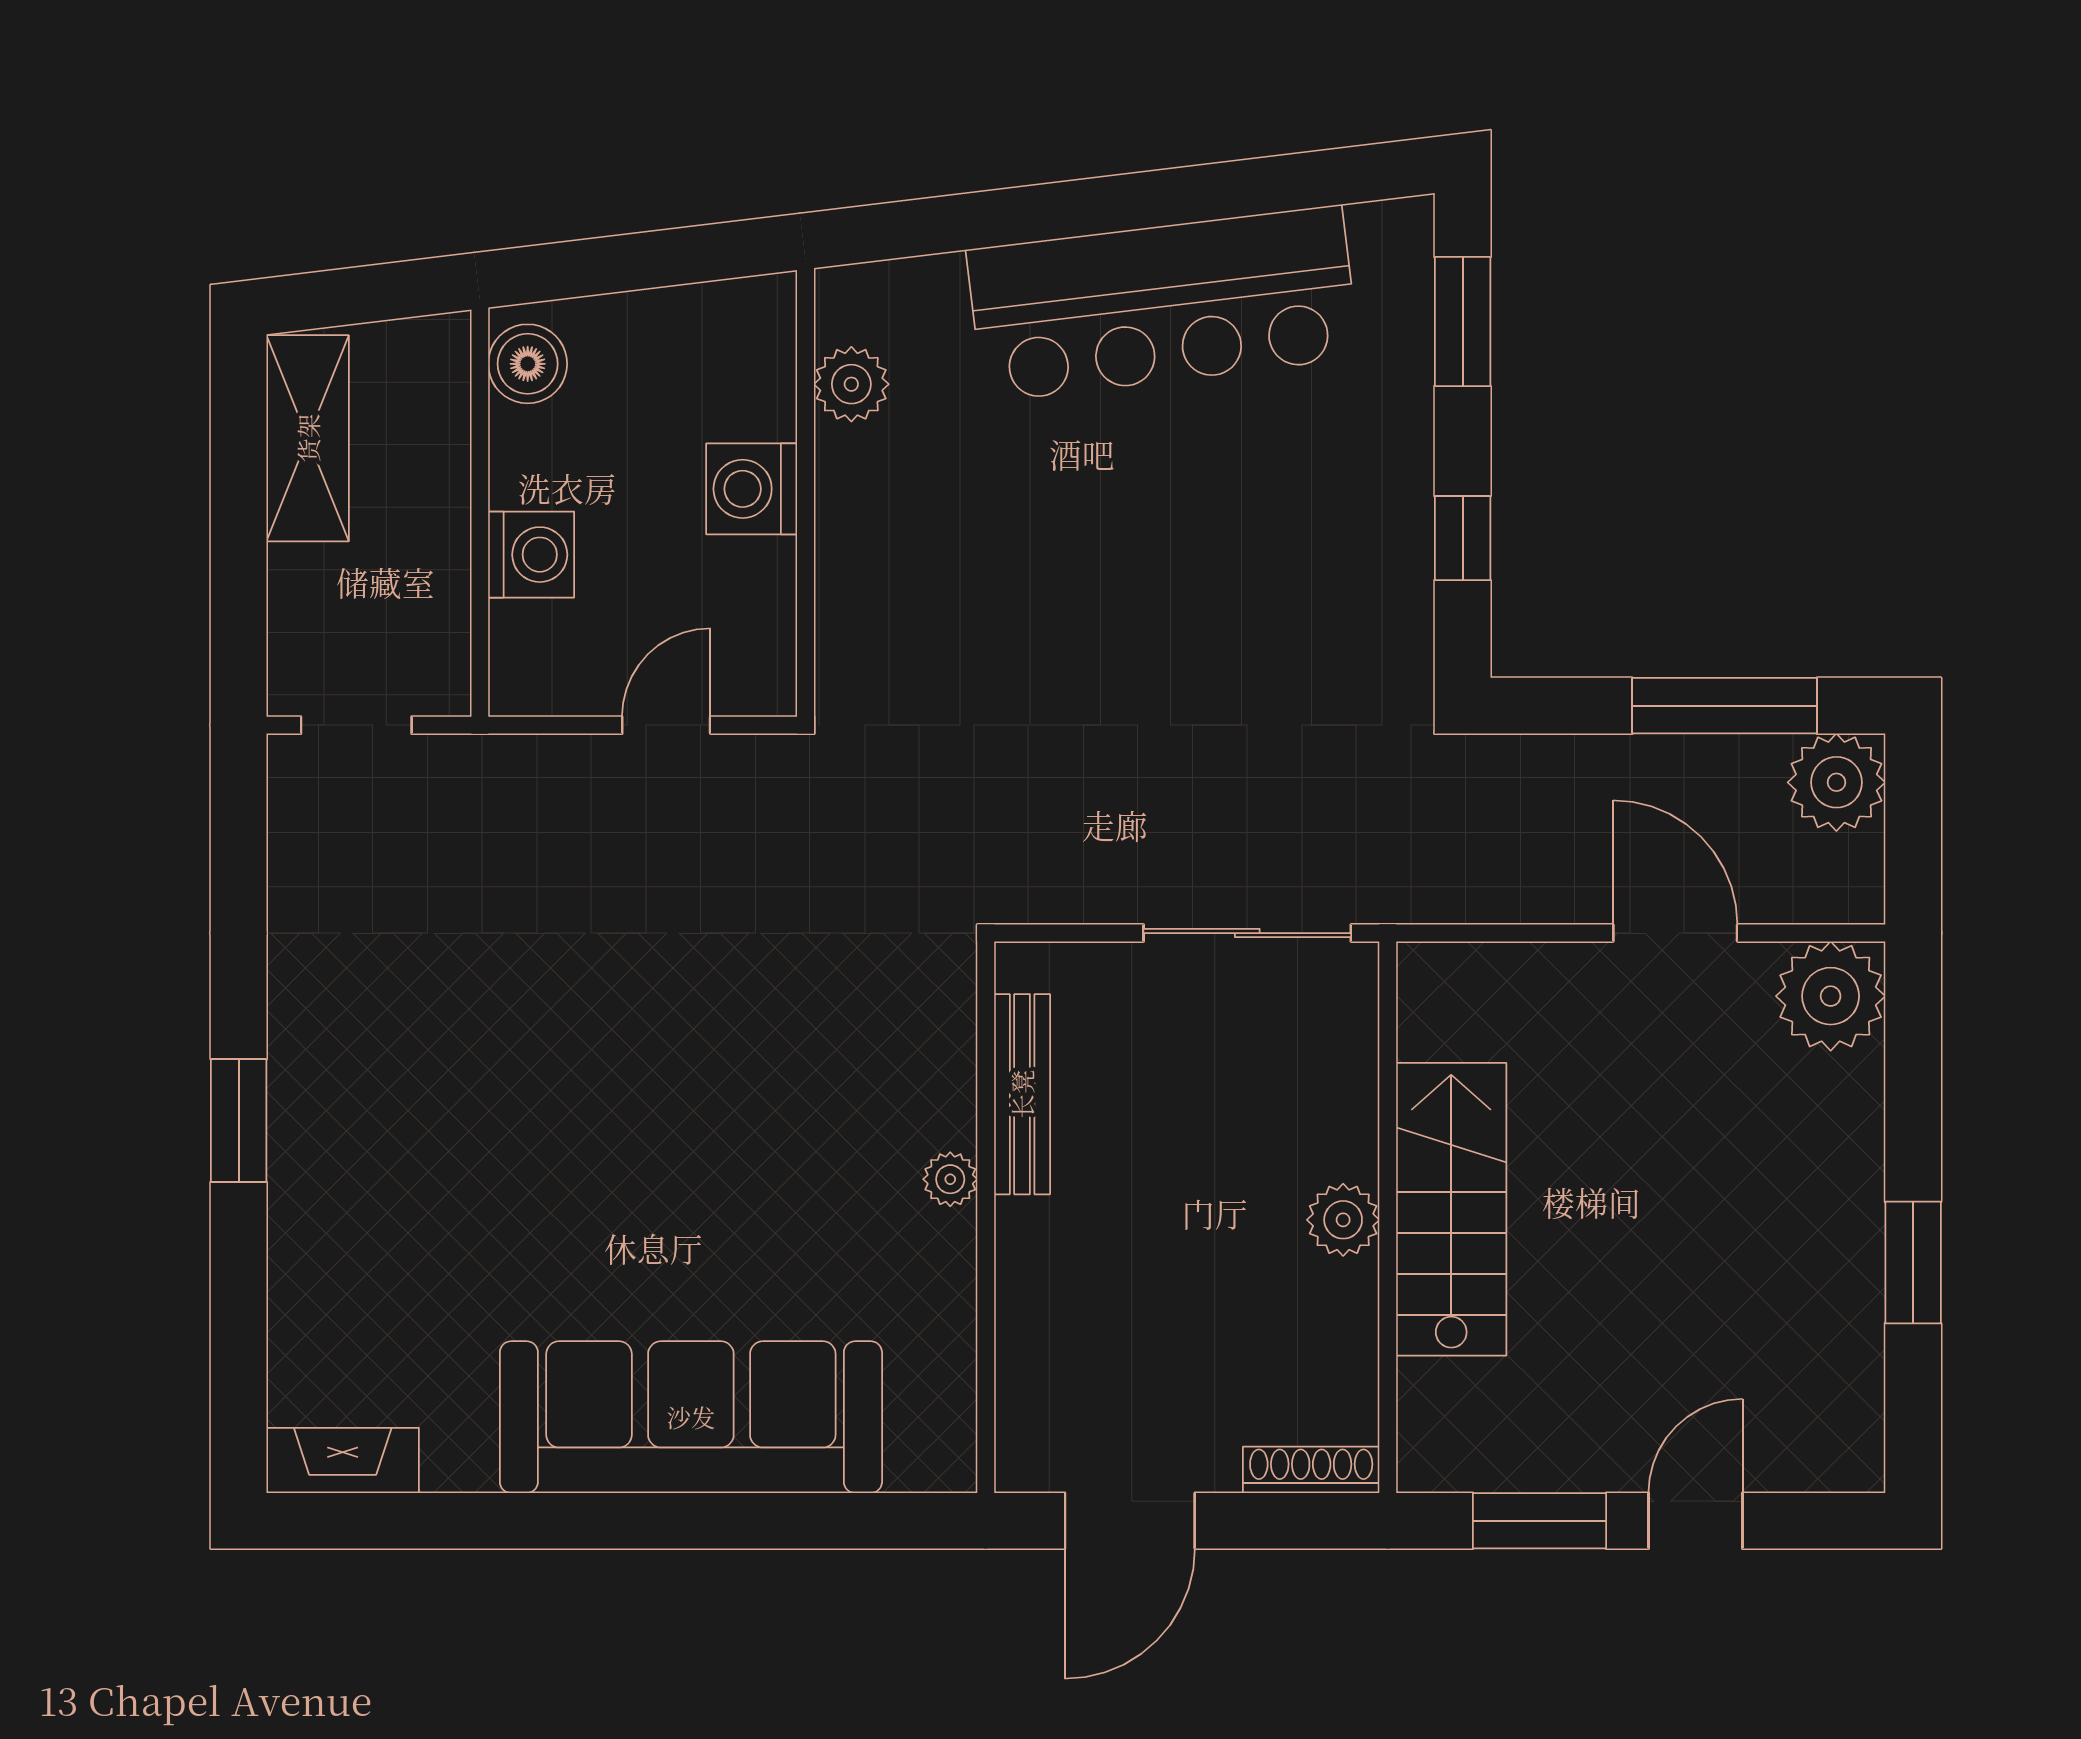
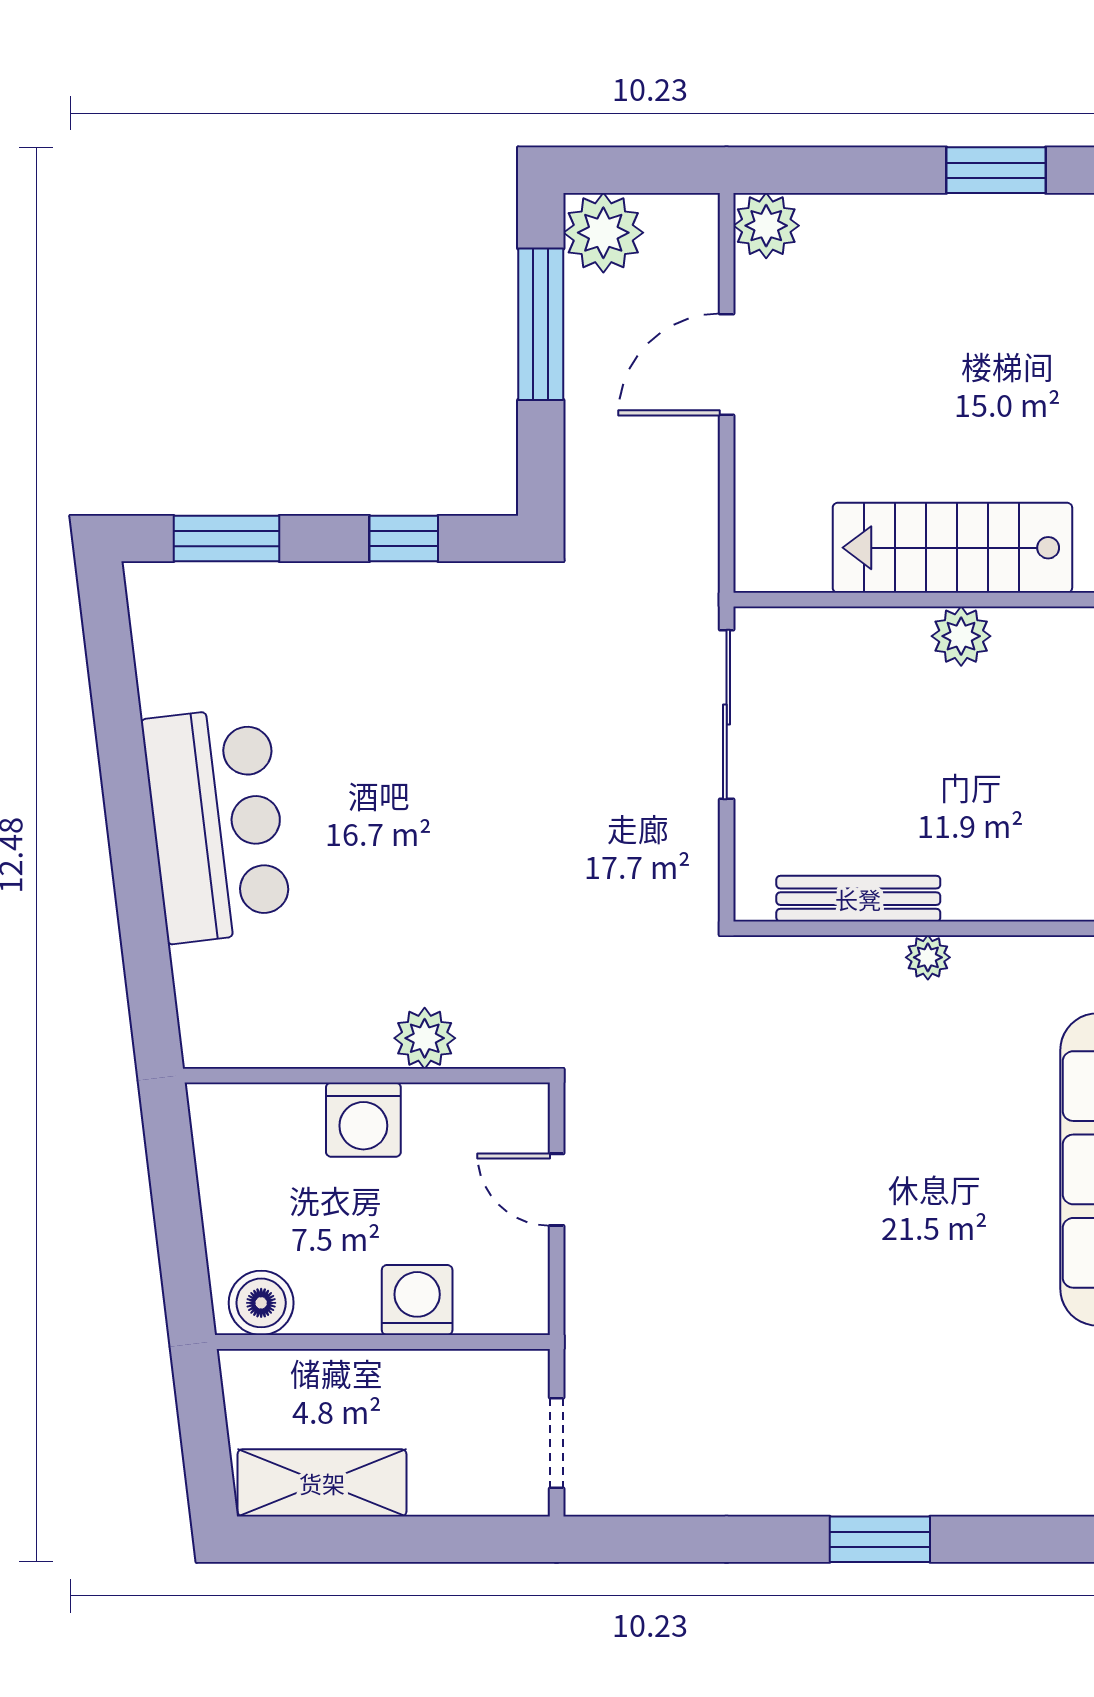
bar counter: (1163, 304) -> (217, 825), width x0.73
plant: (851, 384) -> (425, 1038), moved
plant: (1831, 996) -> (766, 226), width x0.73, depth x0.73

